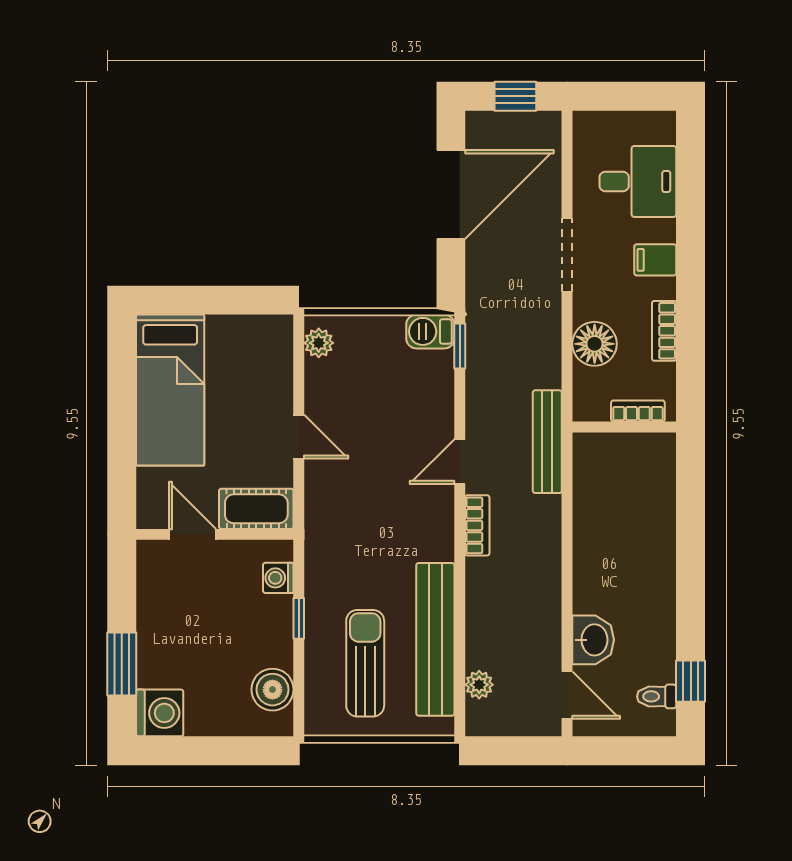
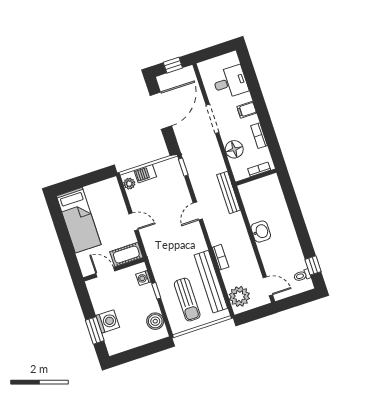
barbecue: (430, 331) -> (145, 174), moved
bookcase: (477, 525) -> (220, 257), moved
washbasin: (593, 640) -> (261, 232), moved
sun lounger: (365, 663) -> (187, 300), turned 180
plant: (479, 685) -> (239, 296), width x1.88, depth x1.88
washing machine: (160, 713) -> (108, 321), moved

